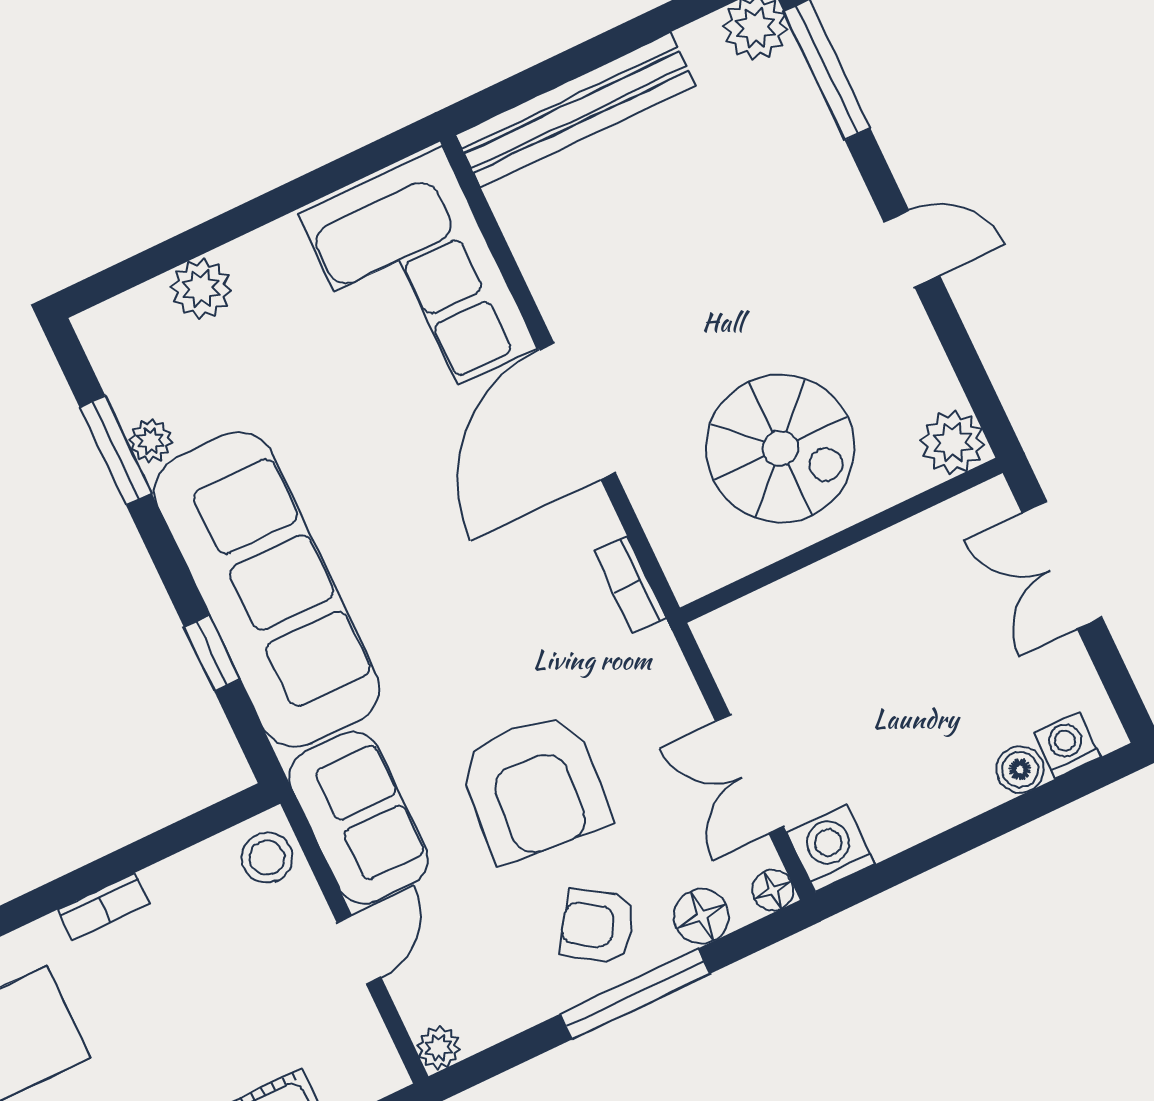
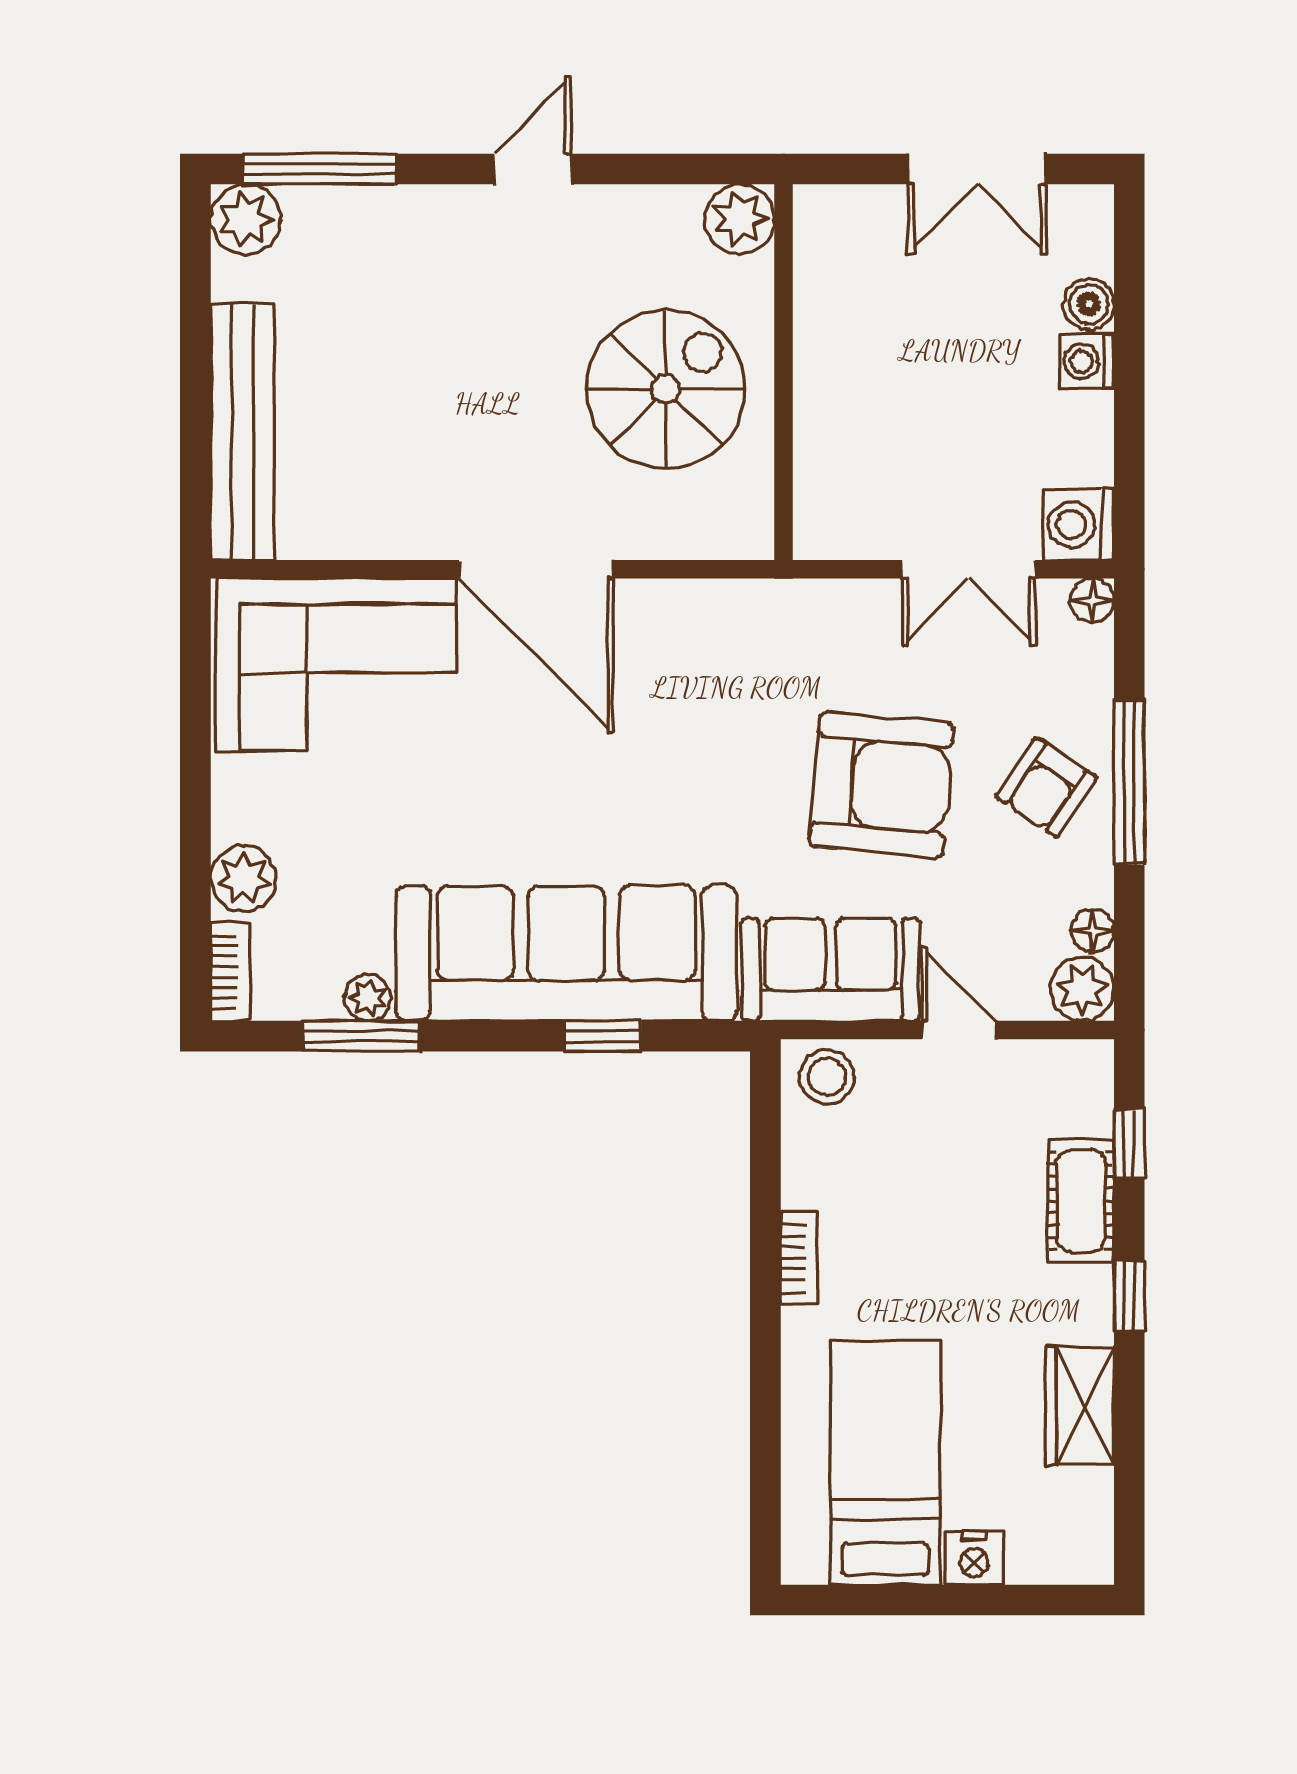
double door: (1062, 565) -> (977, 169), moved
bookcase: (630, 585) -> (230, 972), moved, turned -90
washing machine: (1067, 745) -> (1087, 361), moved
floor lamp: (702, 916) -> (1093, 931), moved, width x0.73, depth x0.73
plant: (439, 1048) -> (1082, 989), width x1.38, depth x1.38

